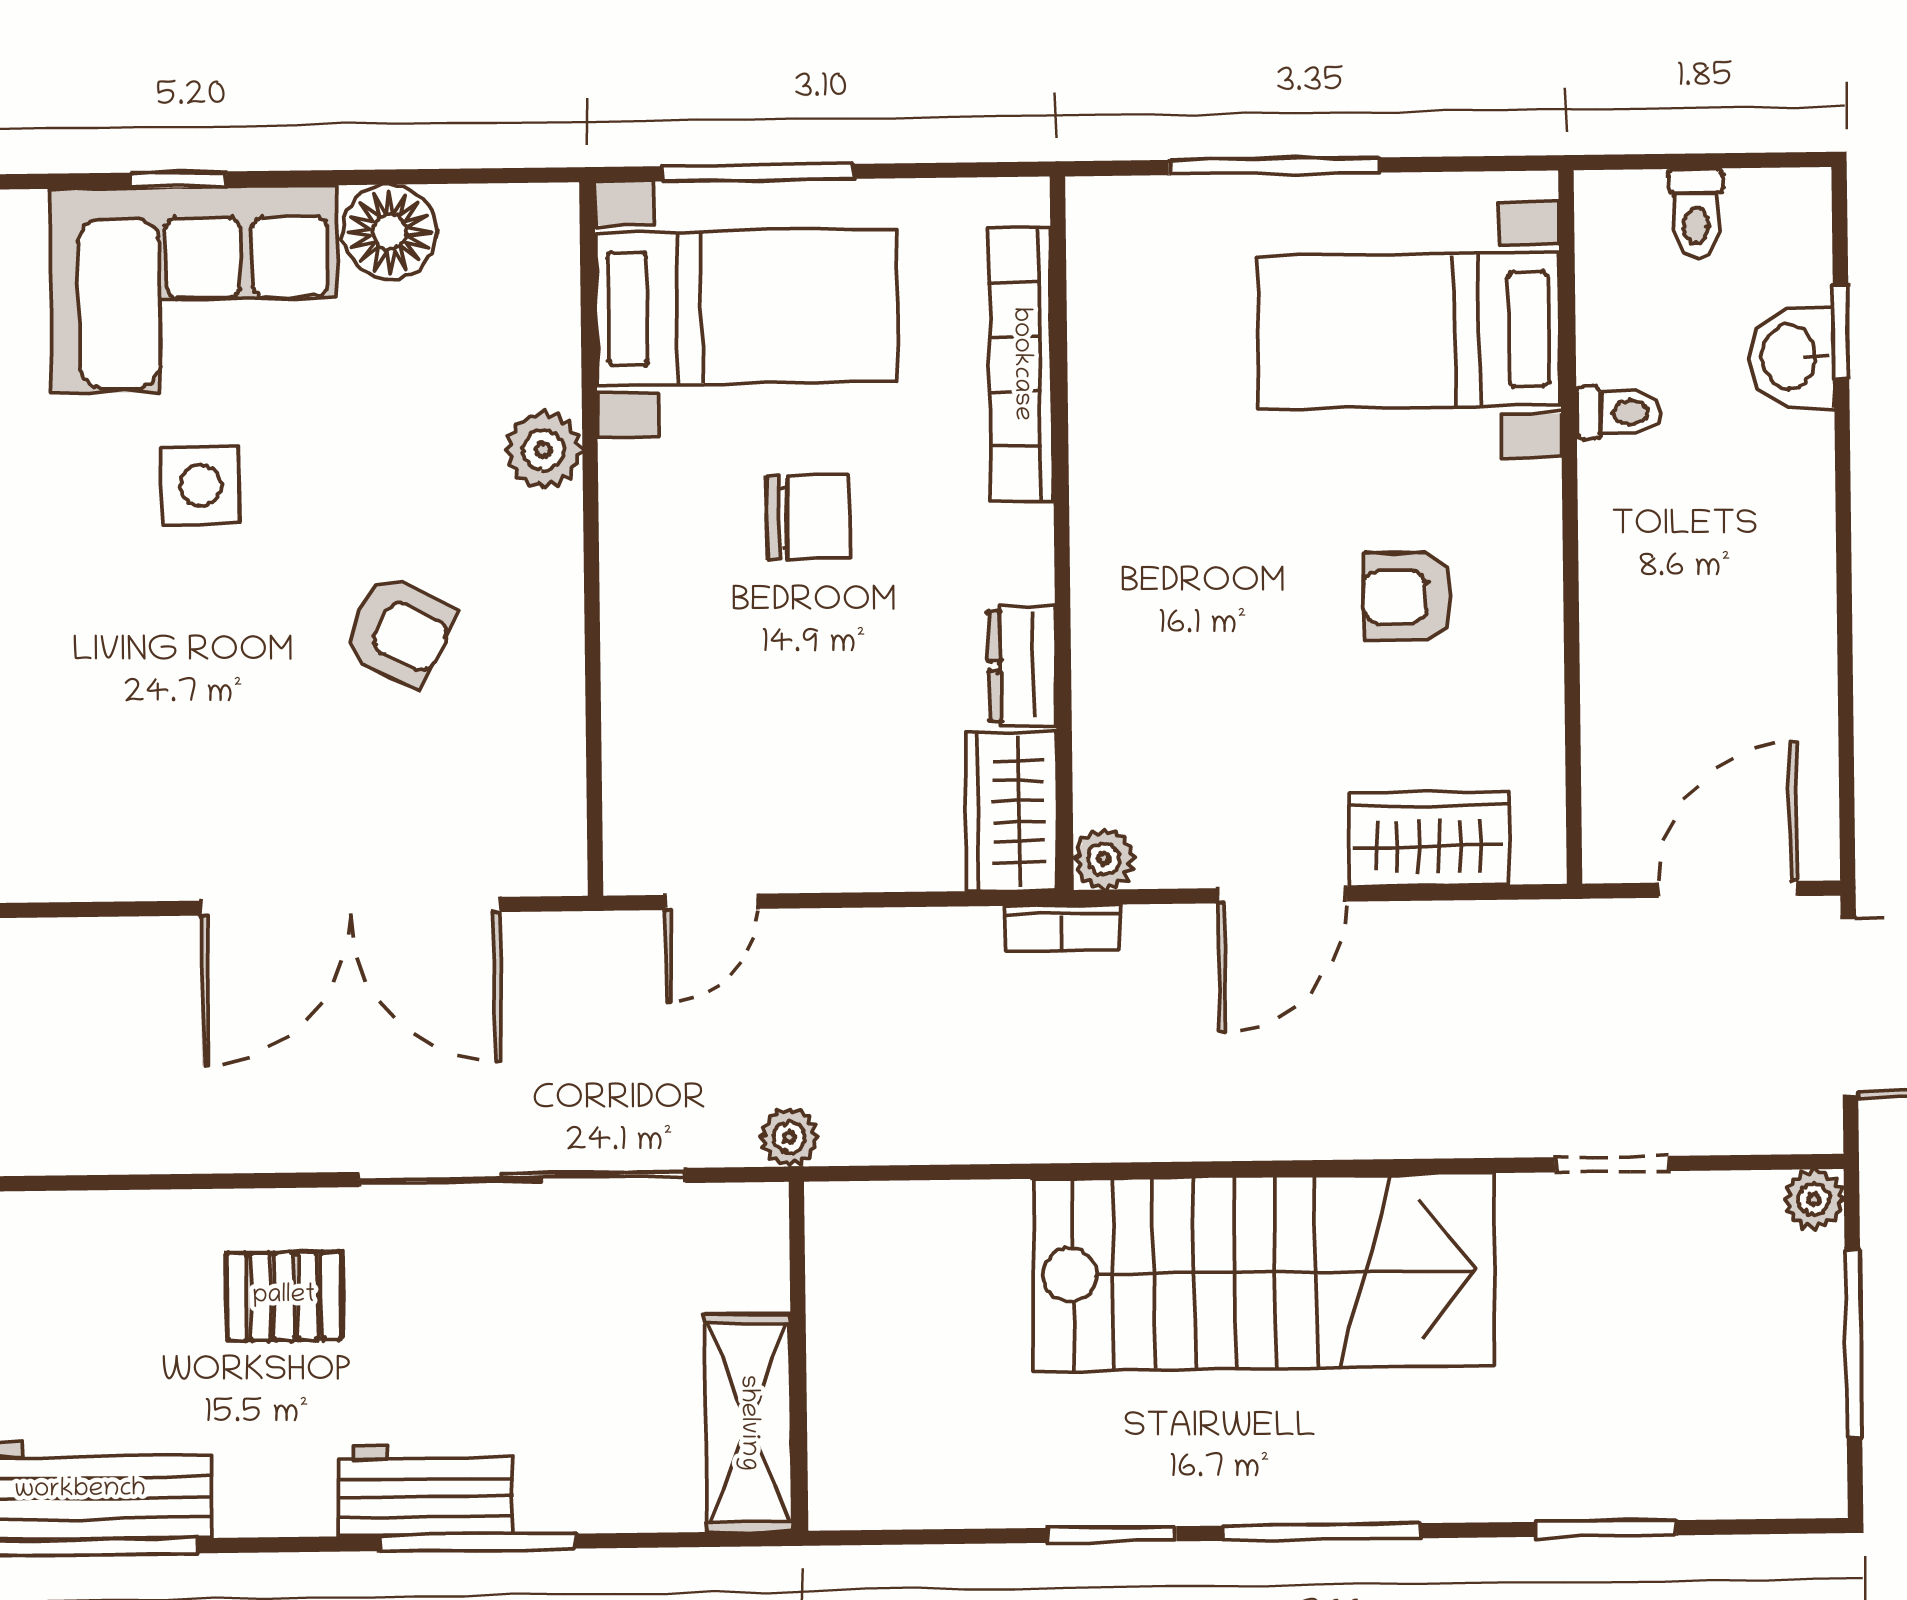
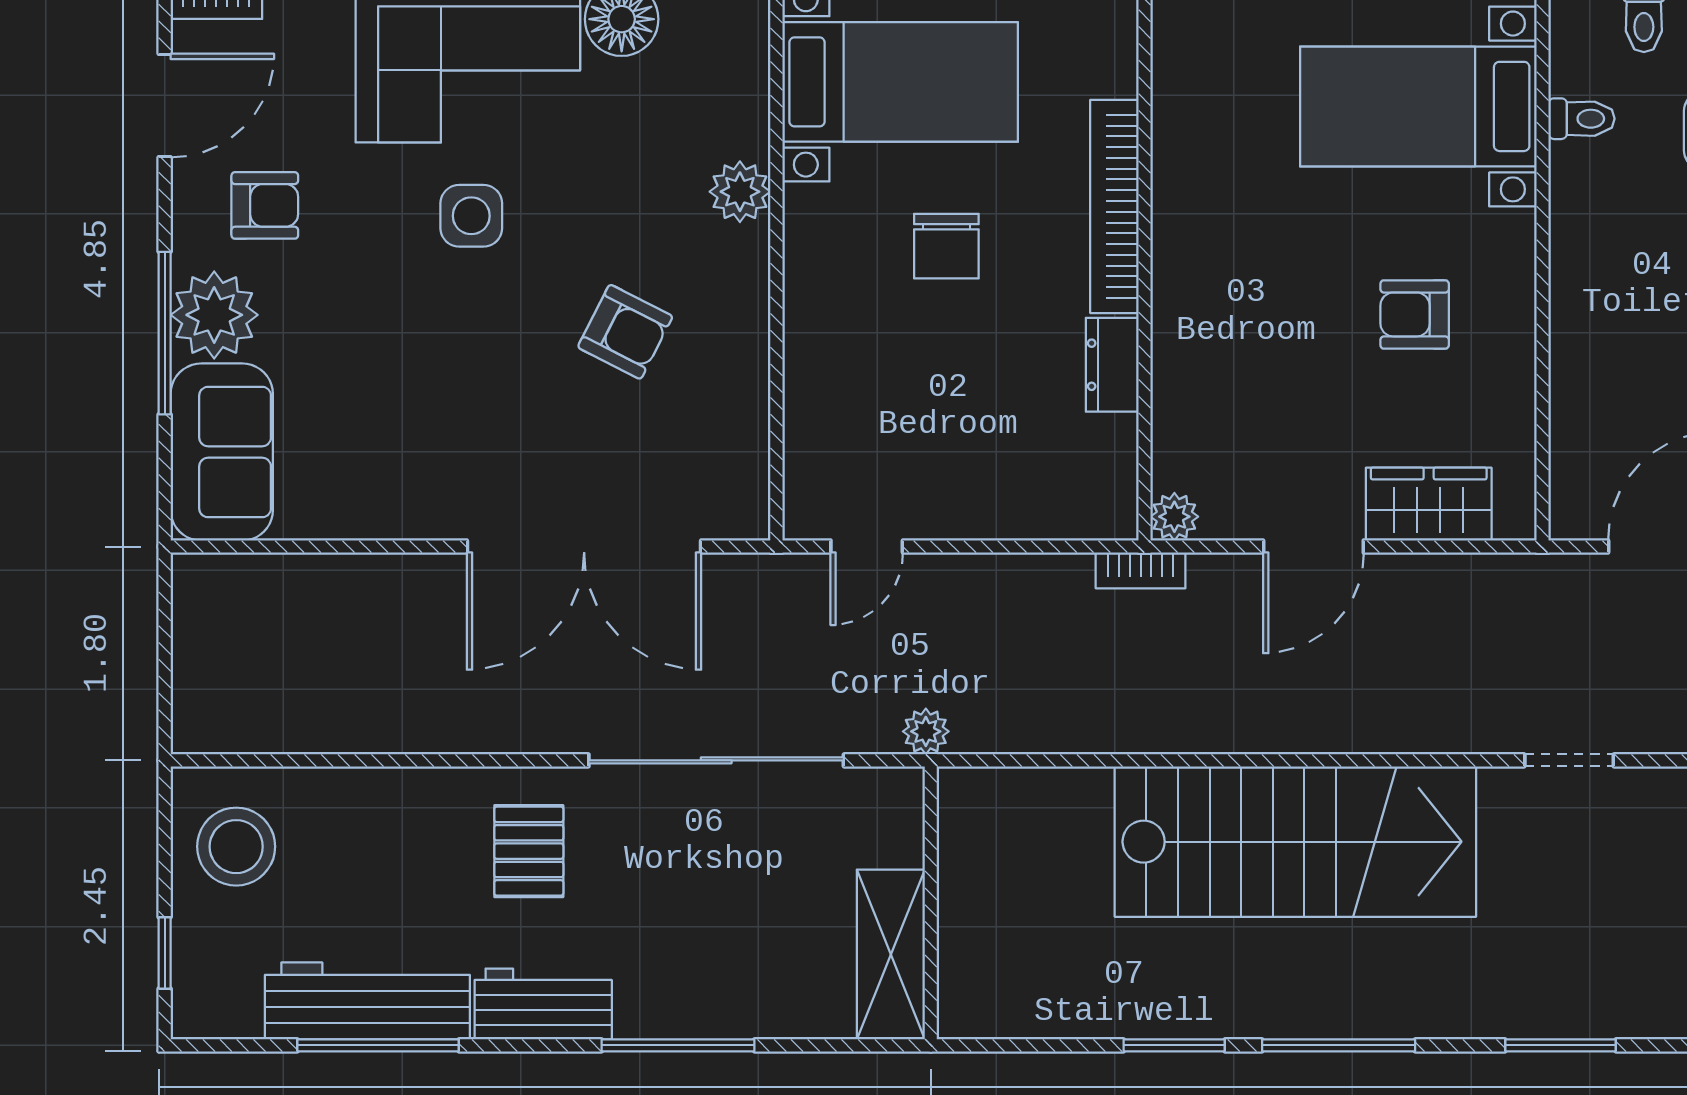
bookcase: (1021, 364) -> (1114, 206), moved
toilet: (1619, 412) -> (1582, 119), moved
chair: (808, 517) -> (946, 246), turned 90
wardrobe: (1011, 811) -> (1103, 479), removed
pallet: (284, 1296) -> (529, 851), turned 90
workbench: (426, 1490) -> (543, 1004), moved

